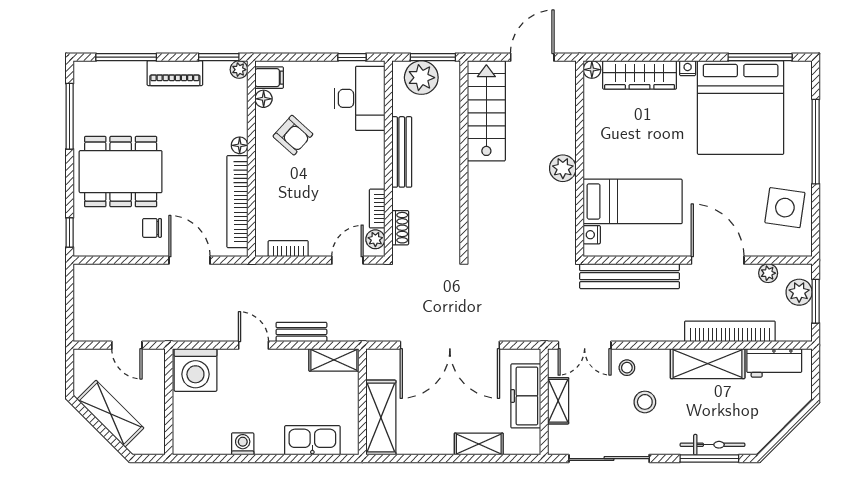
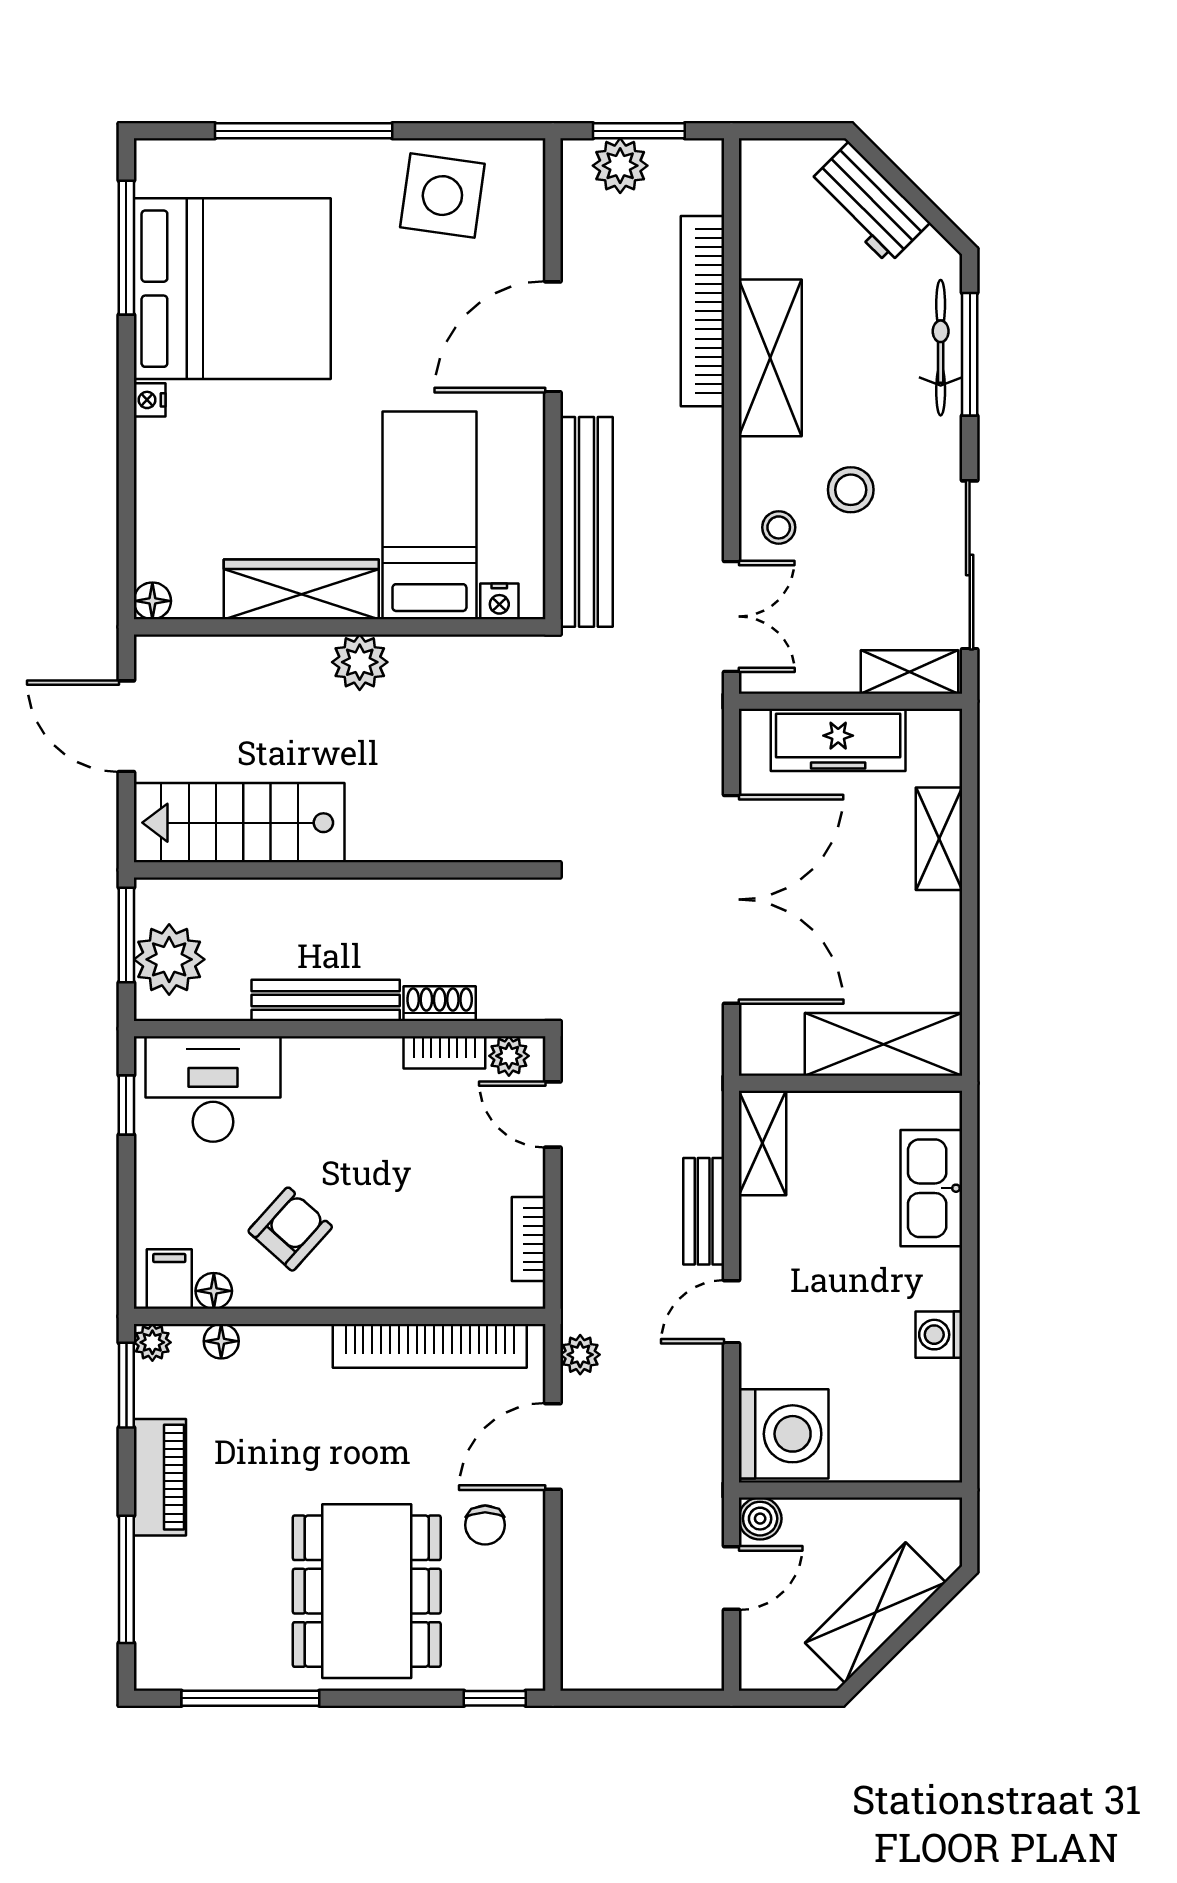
wardrobe: (640, 75) -> (301, 589), moved, turned -90
floor lamp: (240, 145) -> (221, 1341), moved
shoe rack: (400, 228) -> (440, 1004), moved
plant: (768, 273) -> (580, 1355), moved
boiler: (155, 359) -> (760, 1519), added
workbench: (774, 363) -> (869, 203), moved, turned 135
shelving: (558, 401) -> (910, 672), moved

